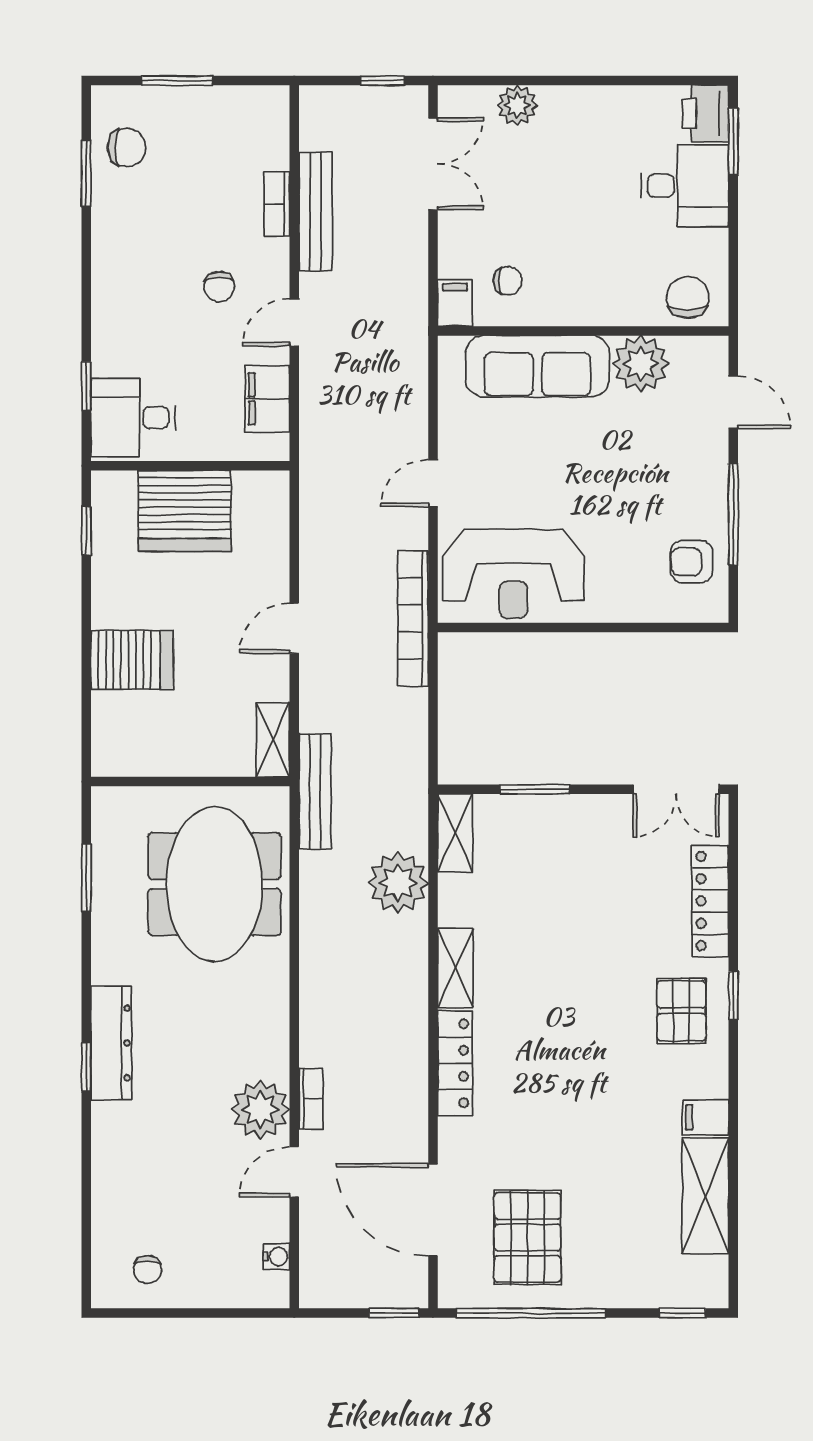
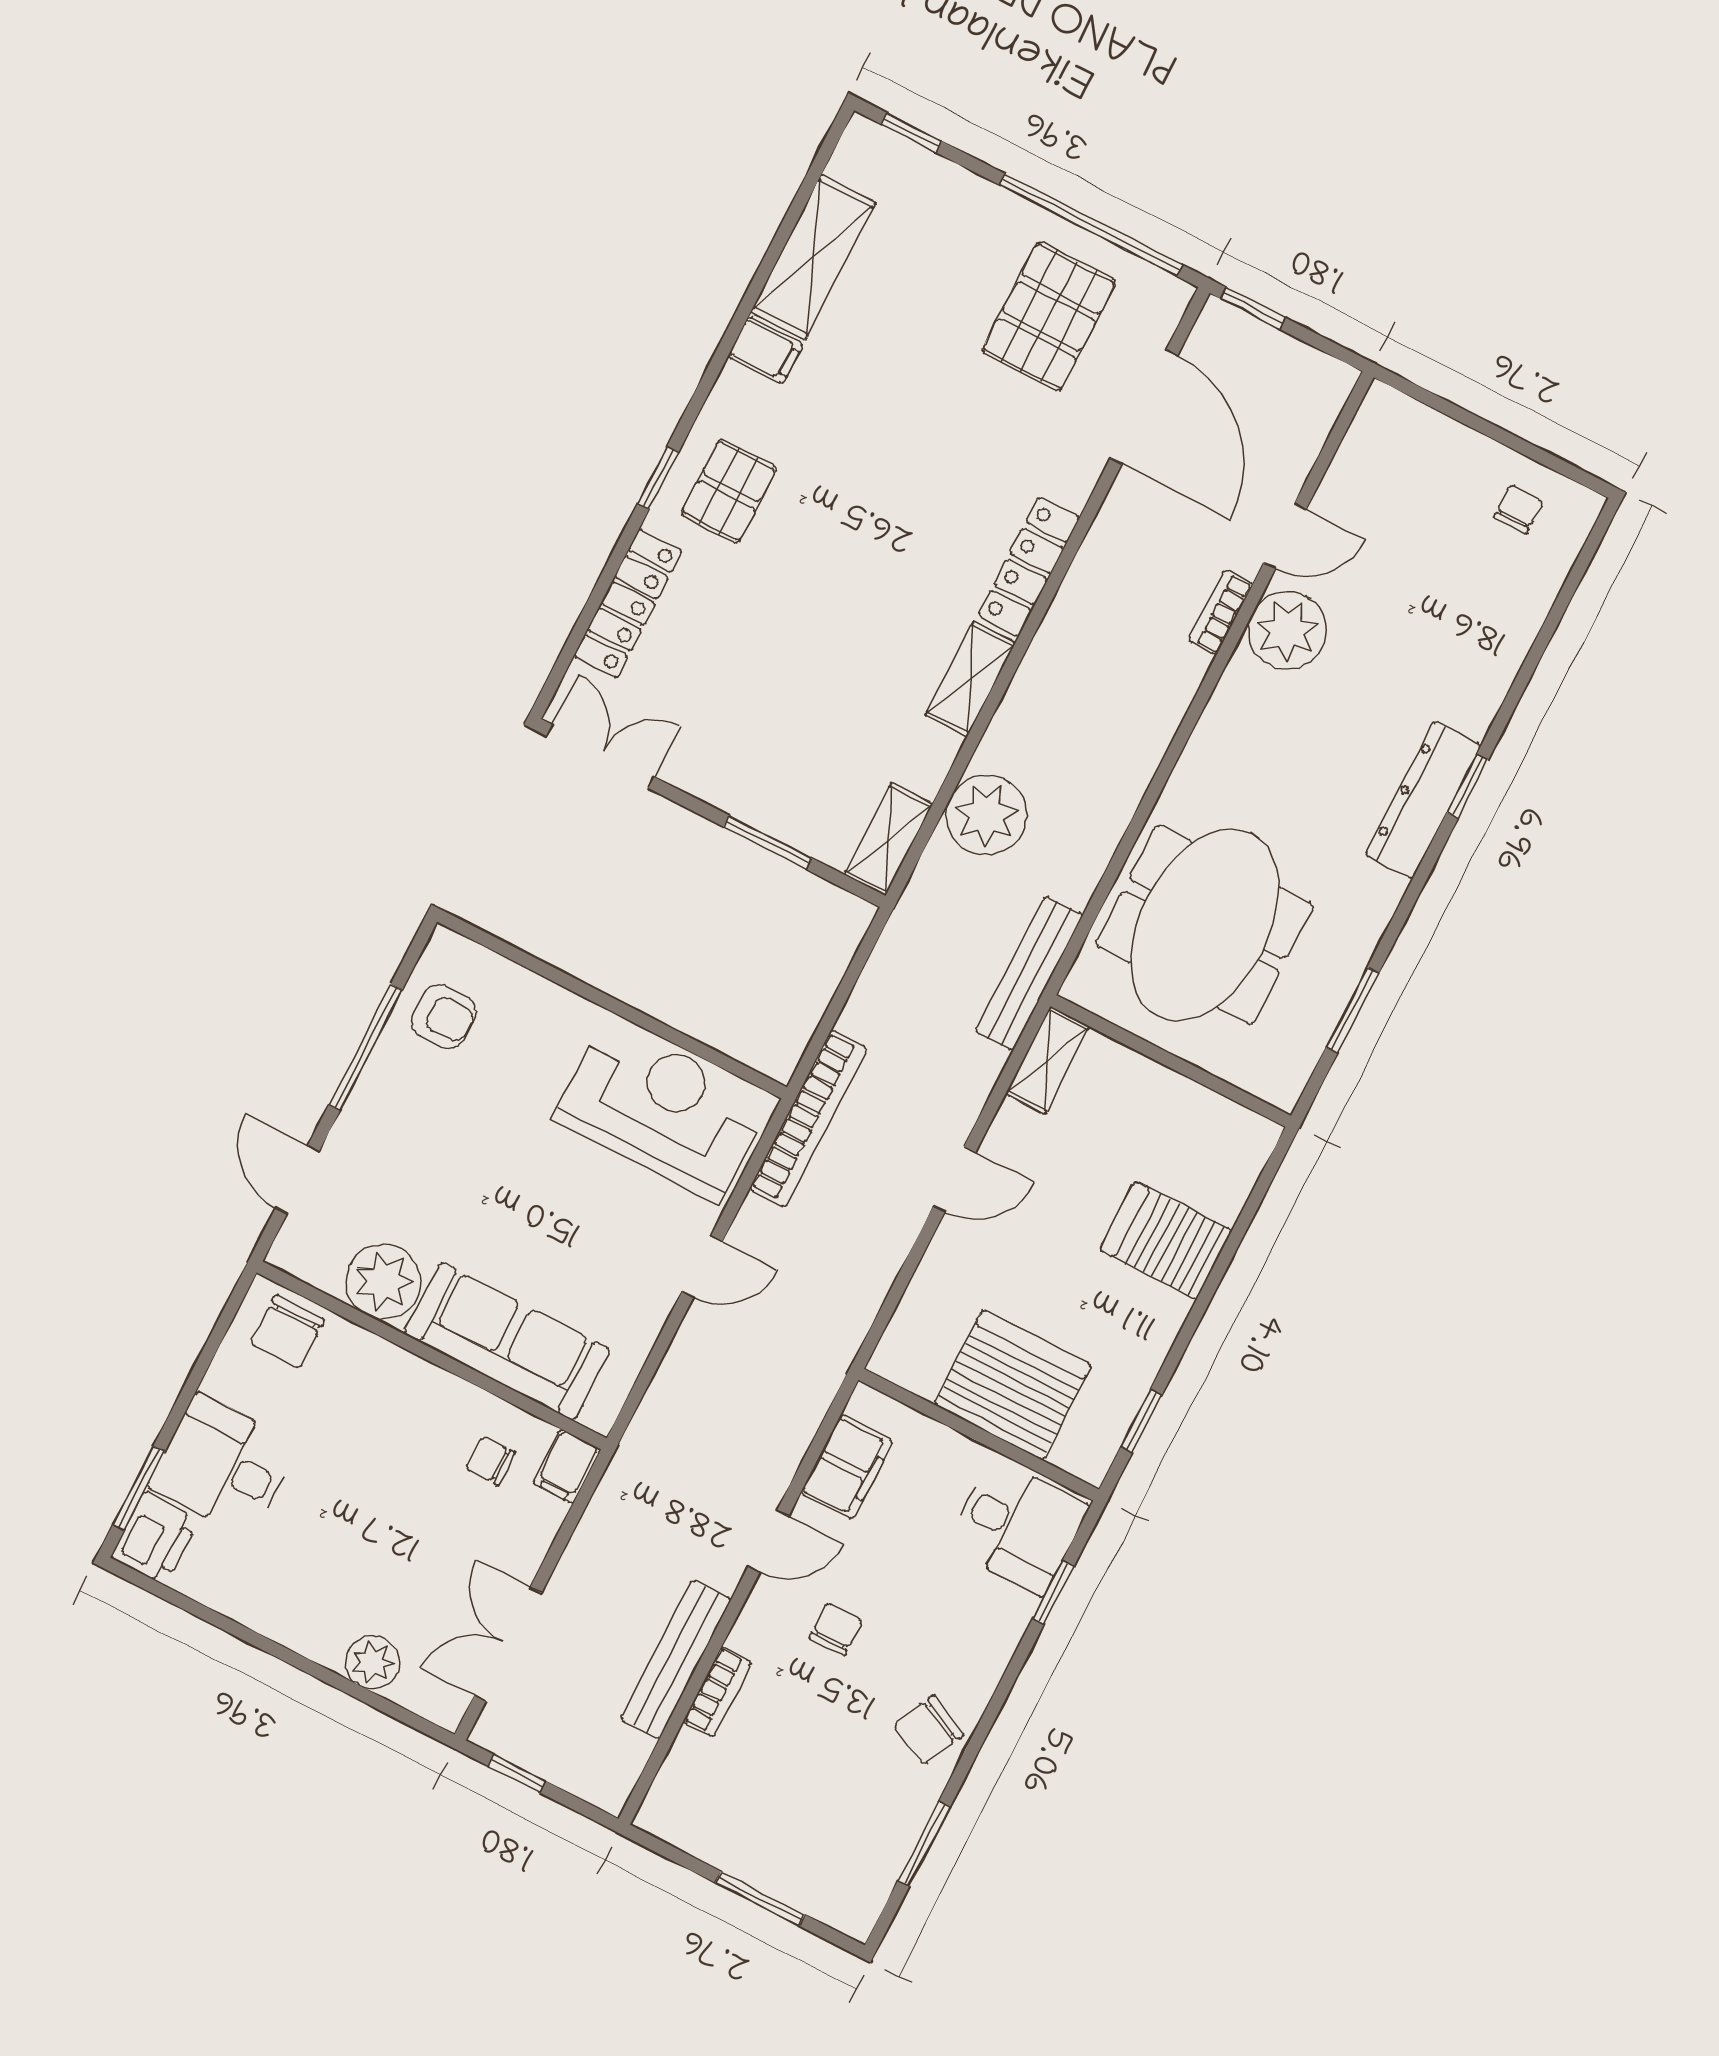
chair: (127, 148) -> (929, 1730), moved, turned -64
water cooler: (276, 1257) -> (1358, 446), removed

